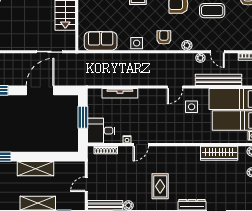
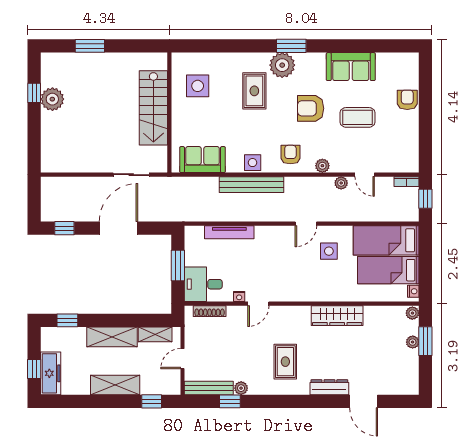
bench: (218, 80) -> (251, 185), moved
wardrobe: (219, 153) -> (337, 316), moved
shelving: (67, 167) -> (155, 334), added

